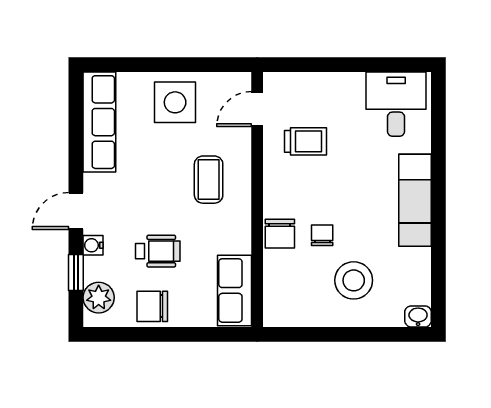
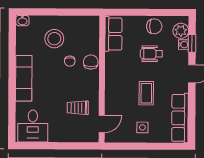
side table: (175, 102) -> (142, 127), width x0.54, depth x0.54
coffee table: (209, 180) -> (146, 93), moved
water cooler: (93, 245) -> (183, 45), moved

